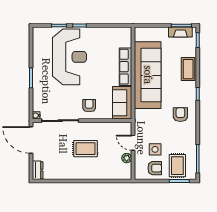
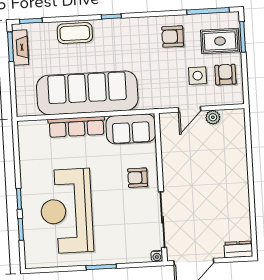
reception desk: (70, 57) -> (67, 211), turned -90
armchair: (180, 115) -> (173, 36), moved
rug: (85, 149) -> (202, 180), removed

